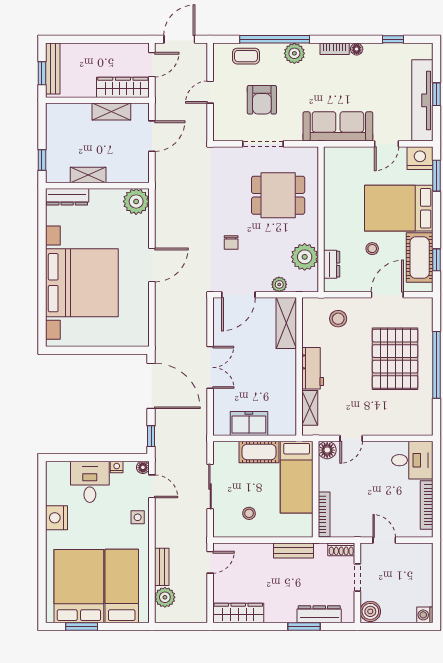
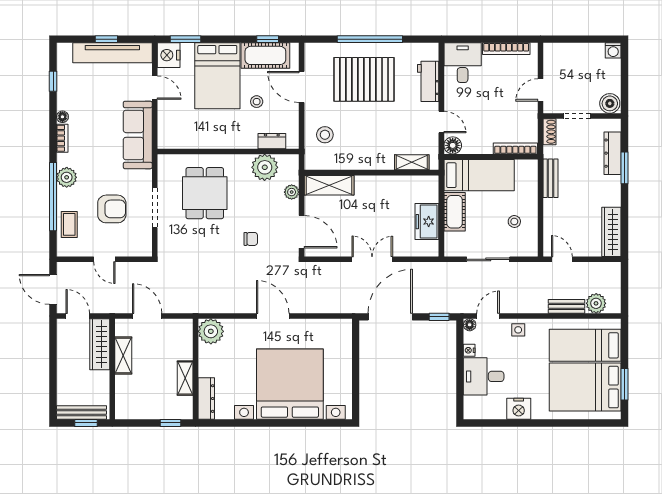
workbench: (313, 368) -> (428, 81), moved, turned -90

